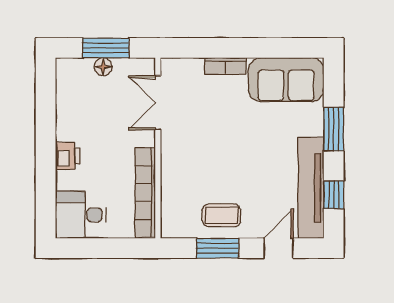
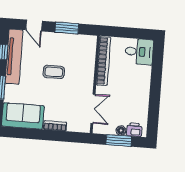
printer: (68, 156) -> (134, 130), moved, turned 90
coffee table: (221, 215) -> (54, 72), moved
door: (279, 248) -> (34, 25), hinge flipped

